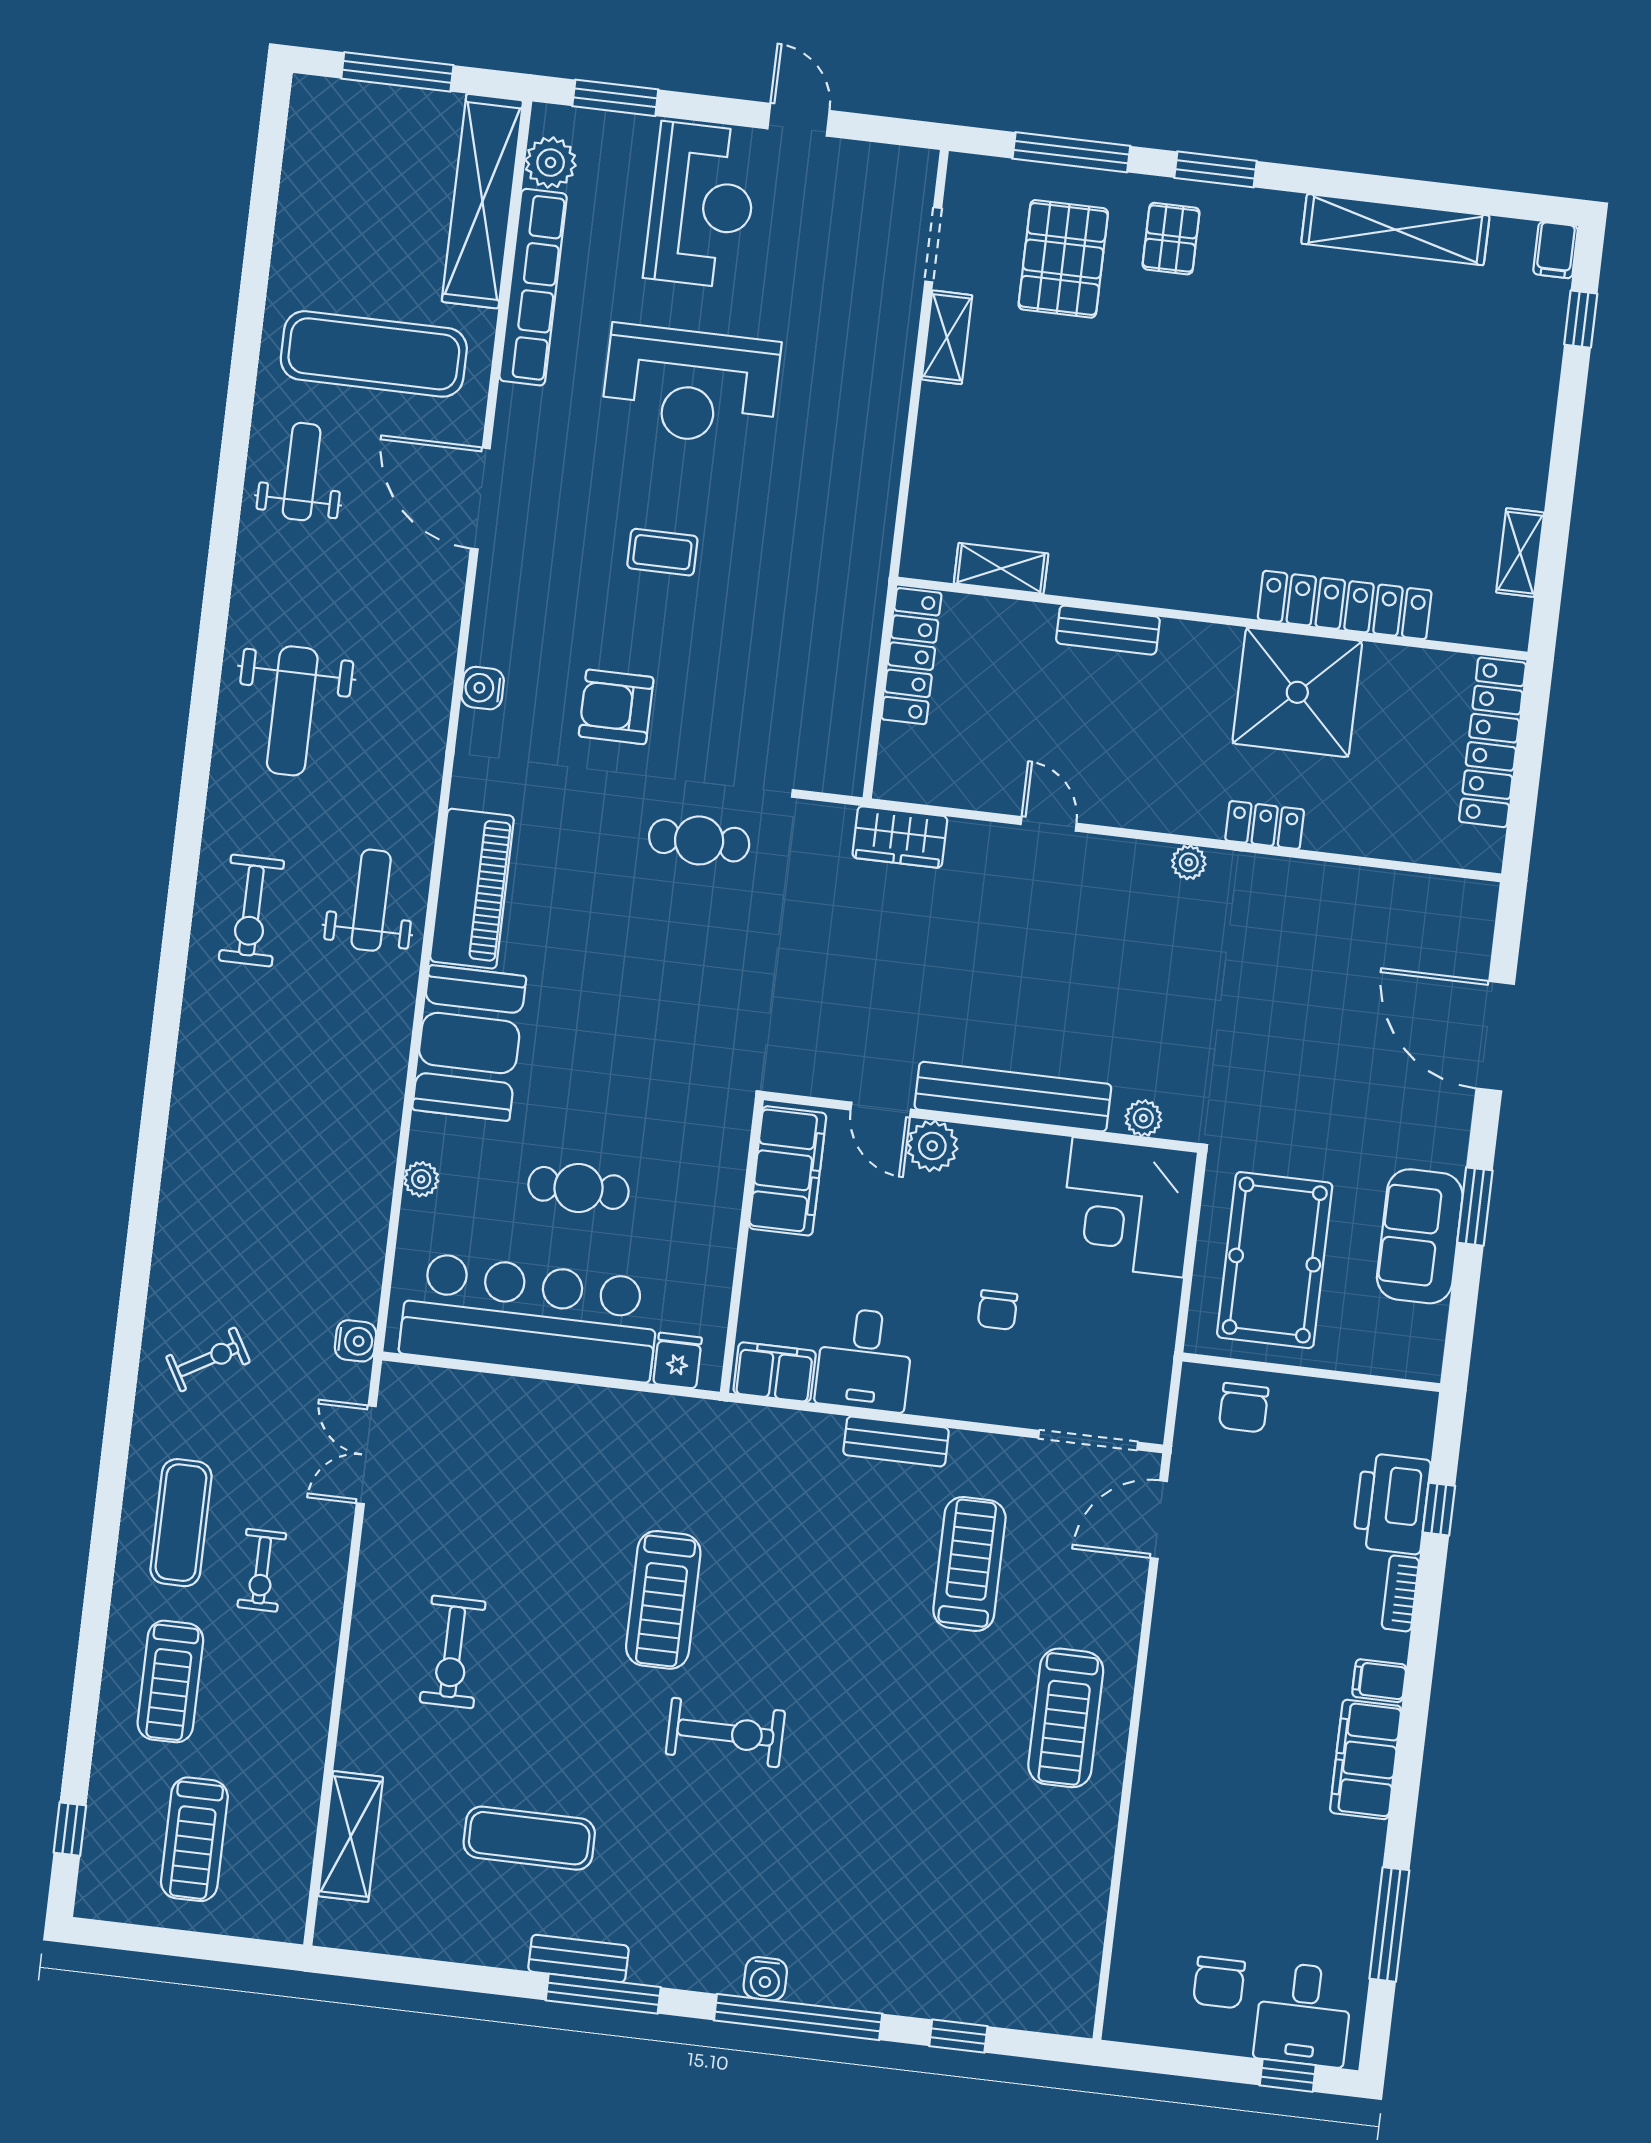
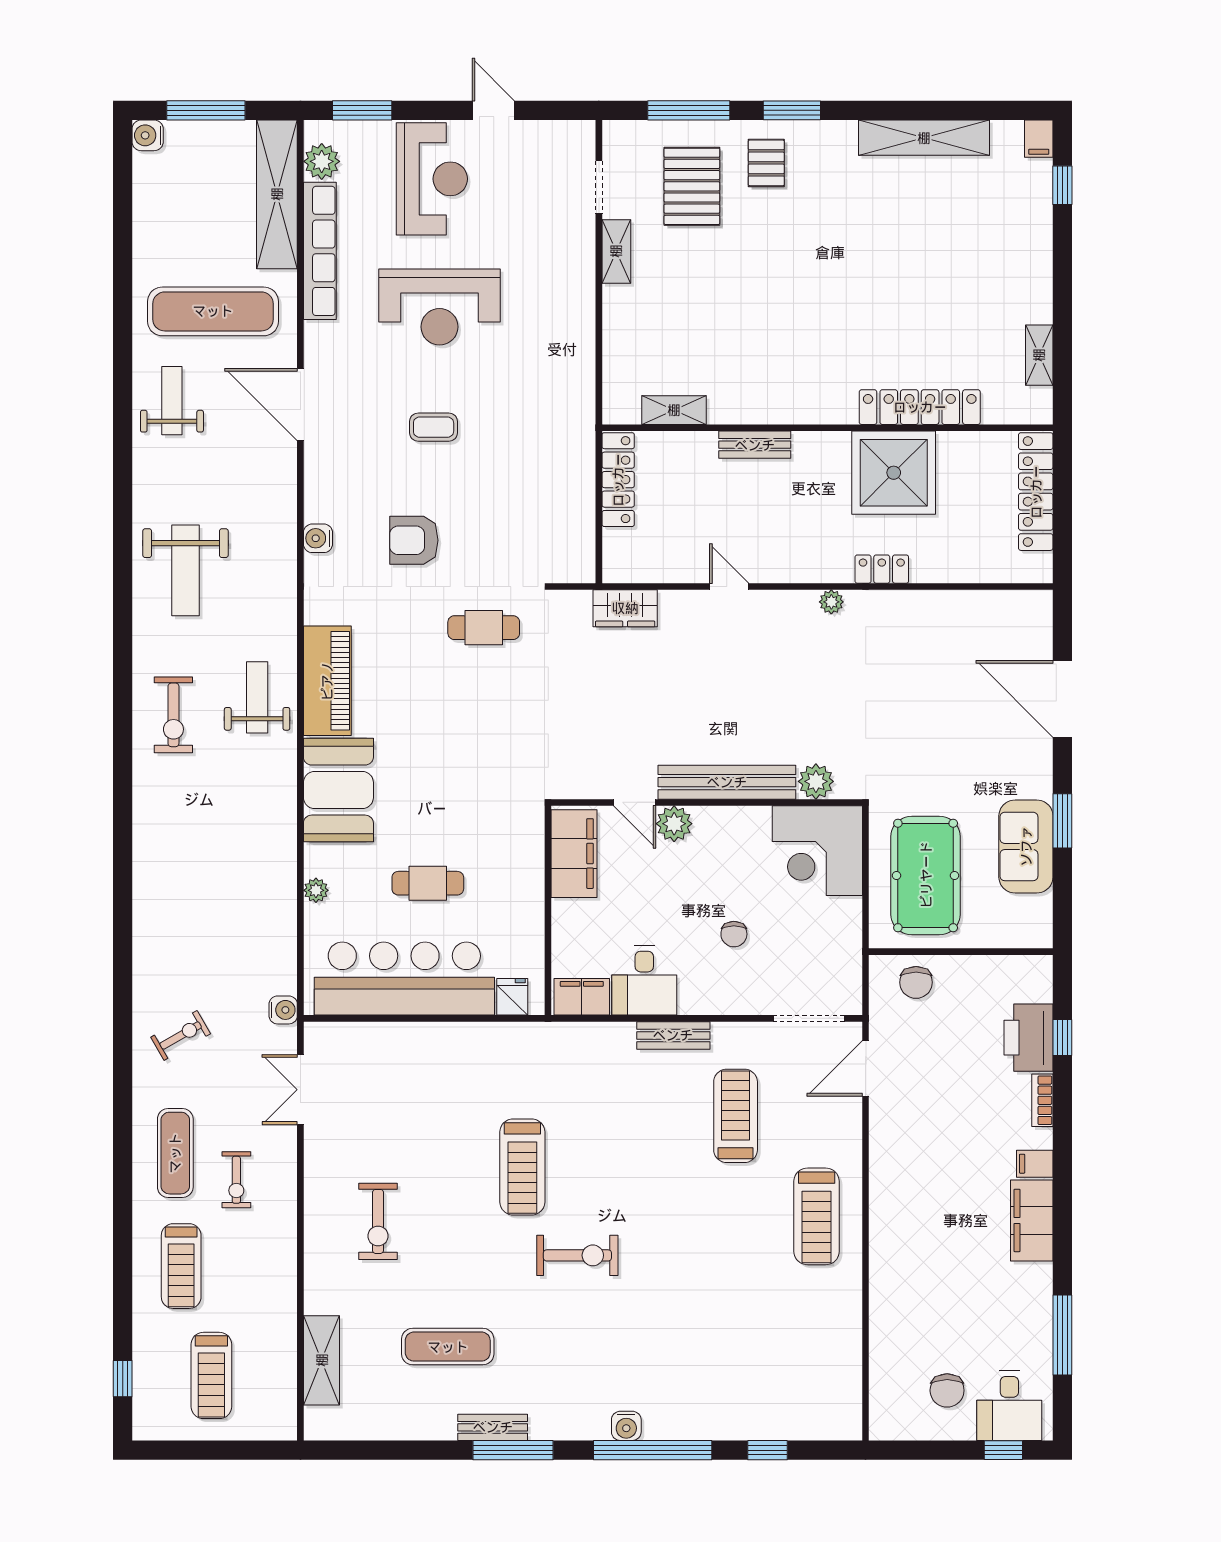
water cooler: (312, 97) -> (148, 135), added
plant: (1143, 1118) -> (816, 781), width x1.38, depth x1.38

